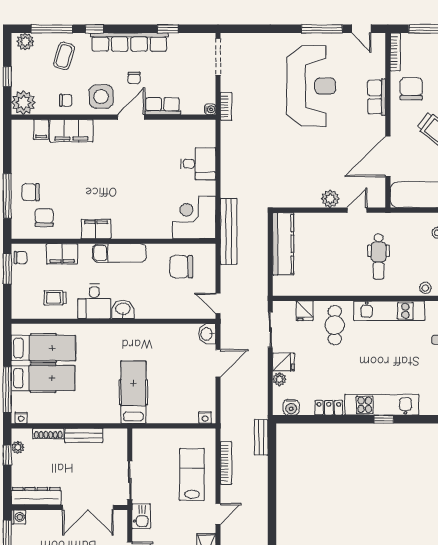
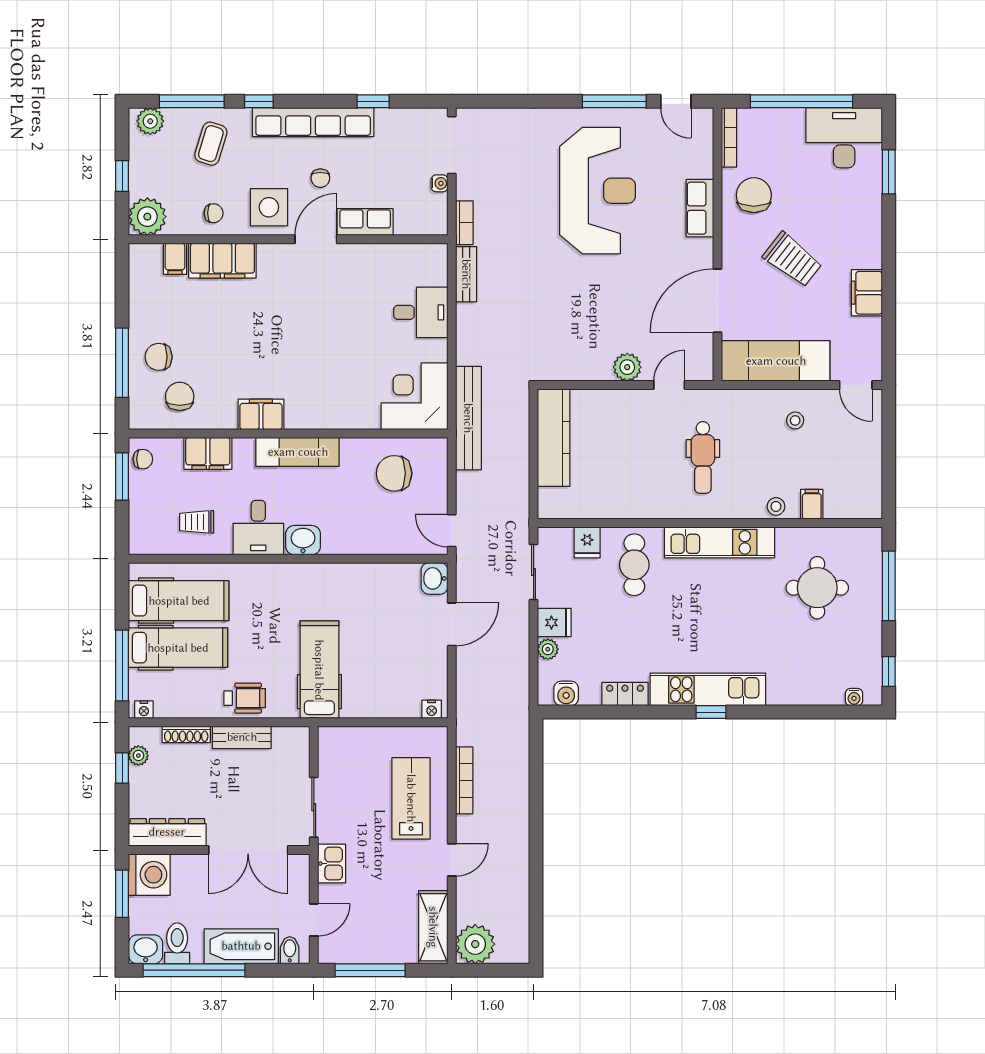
water cooler: (210, 109) -> (439, 183), moved
wheelchair: (86, 410) -> (245, 698), added
bench: (261, 437) -> (466, 274), moved
washing machine: (18, 517) -> (149, 875), width x1.89, depth x1.89

